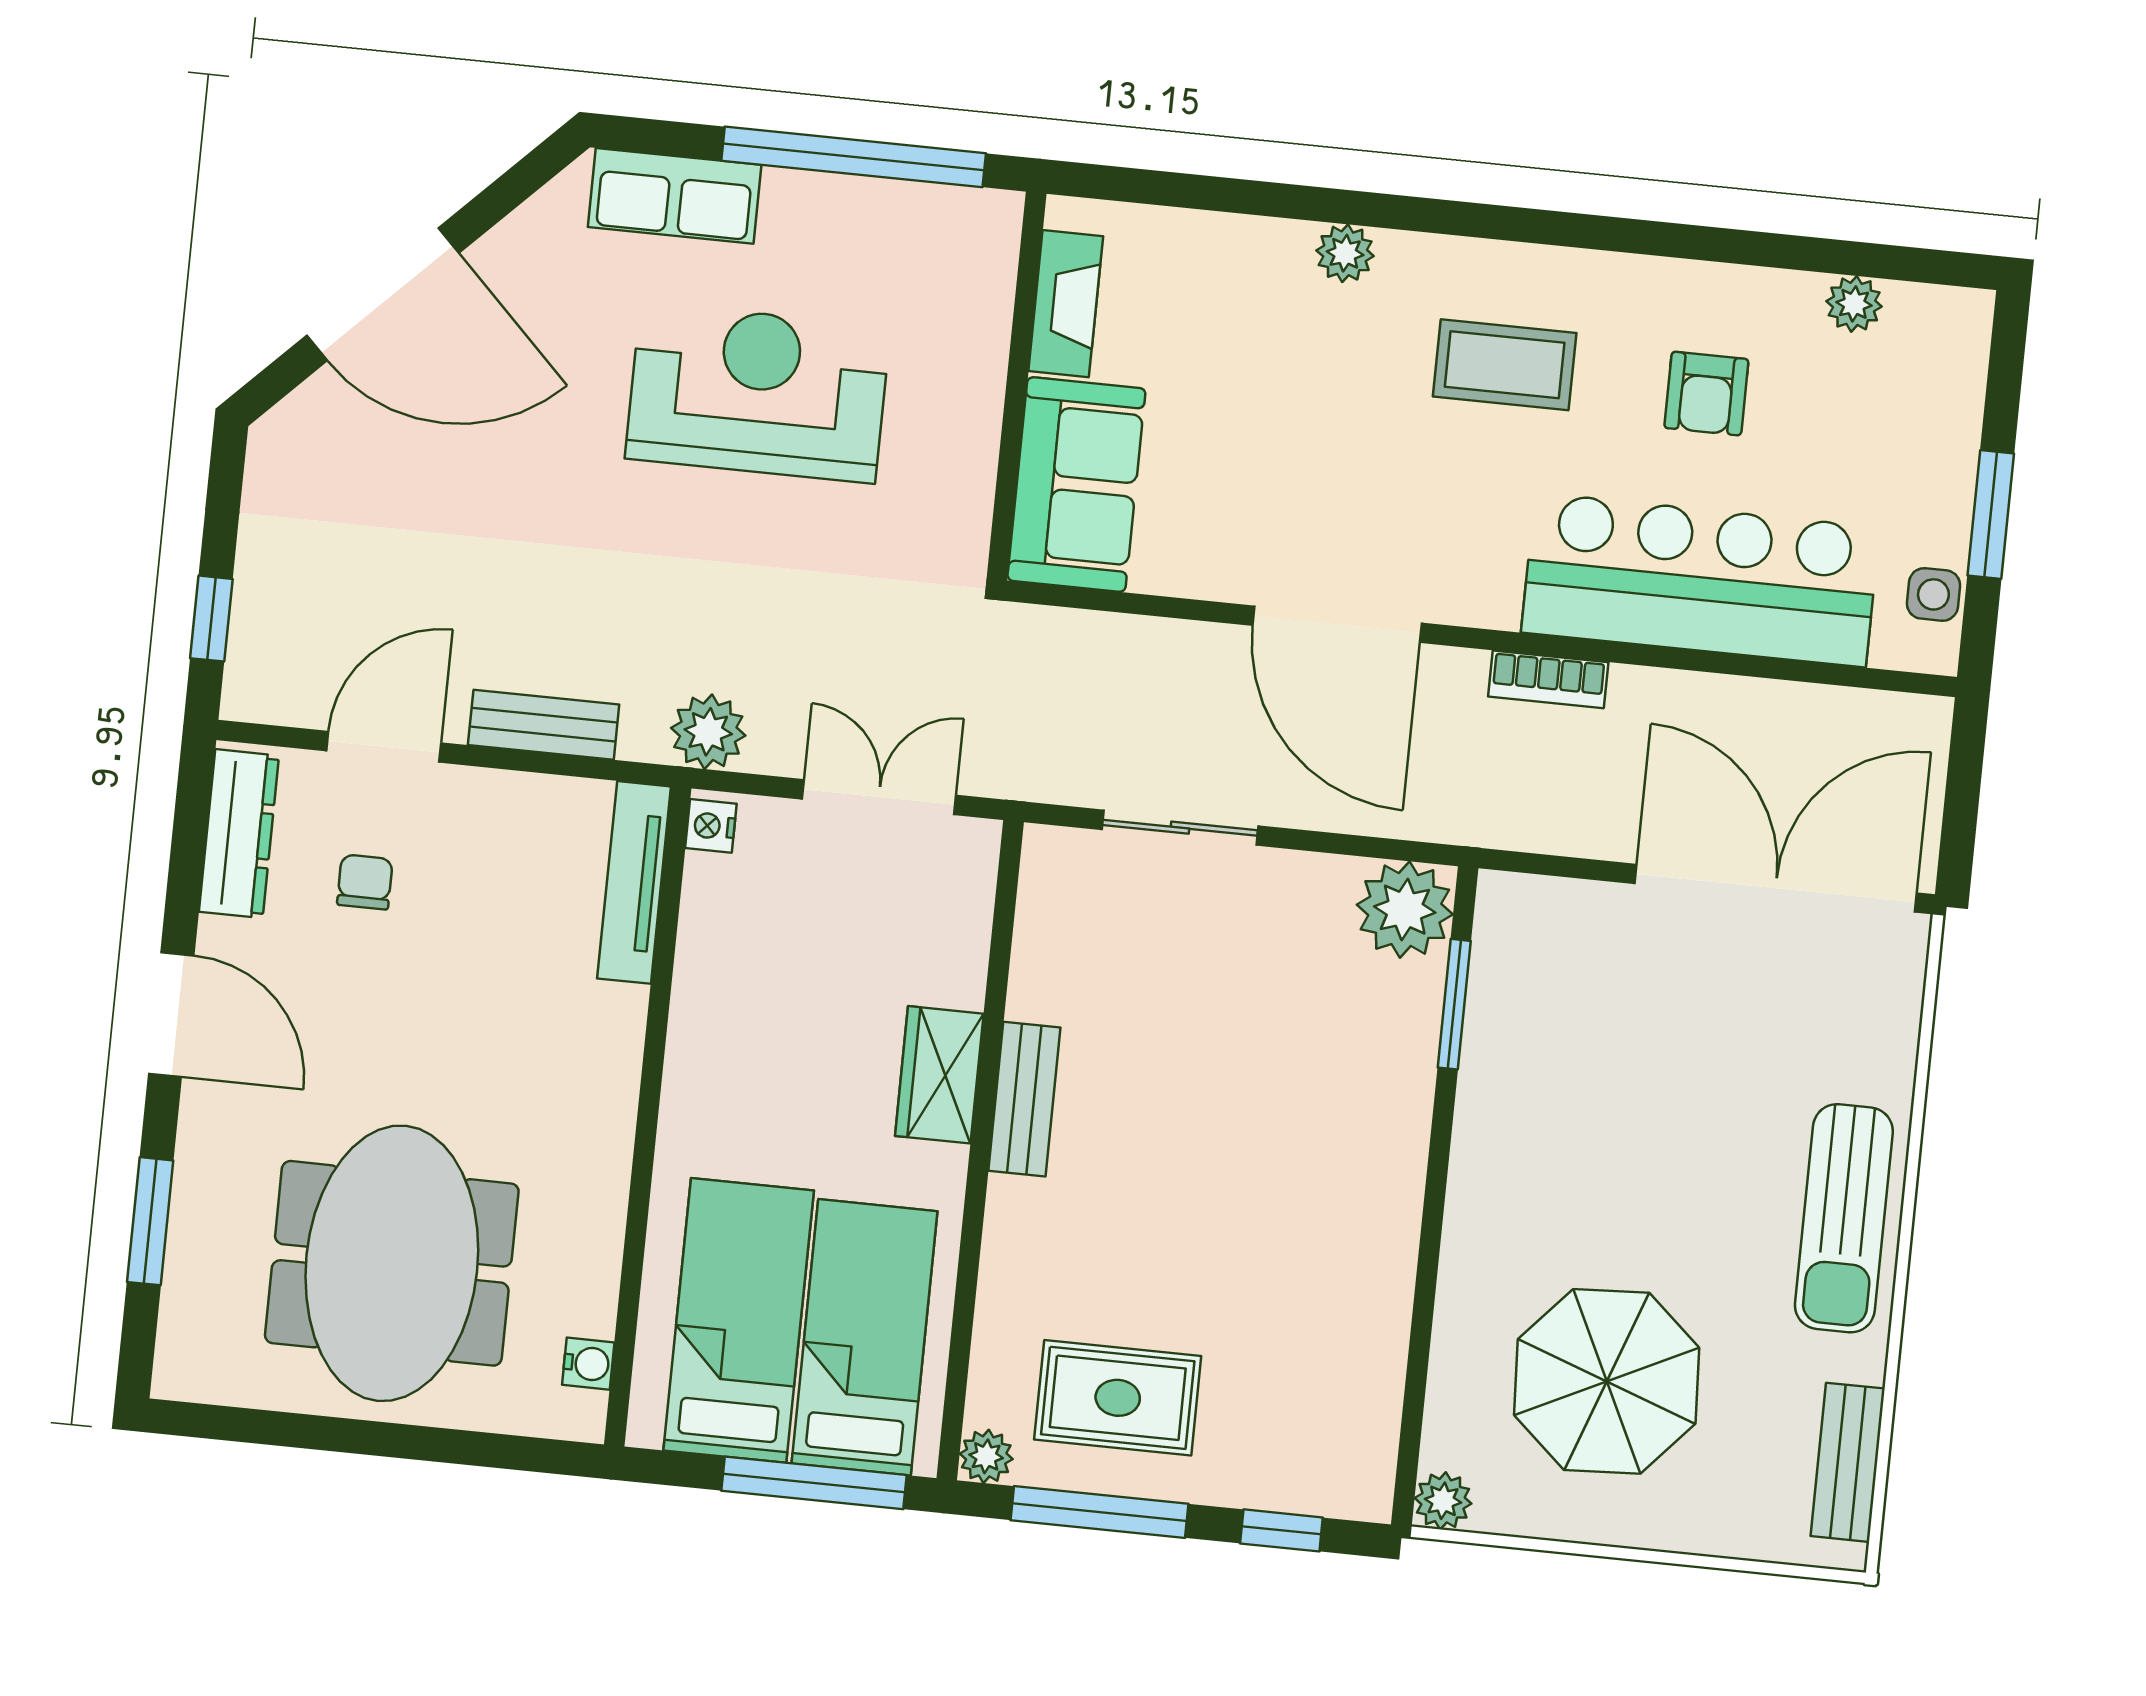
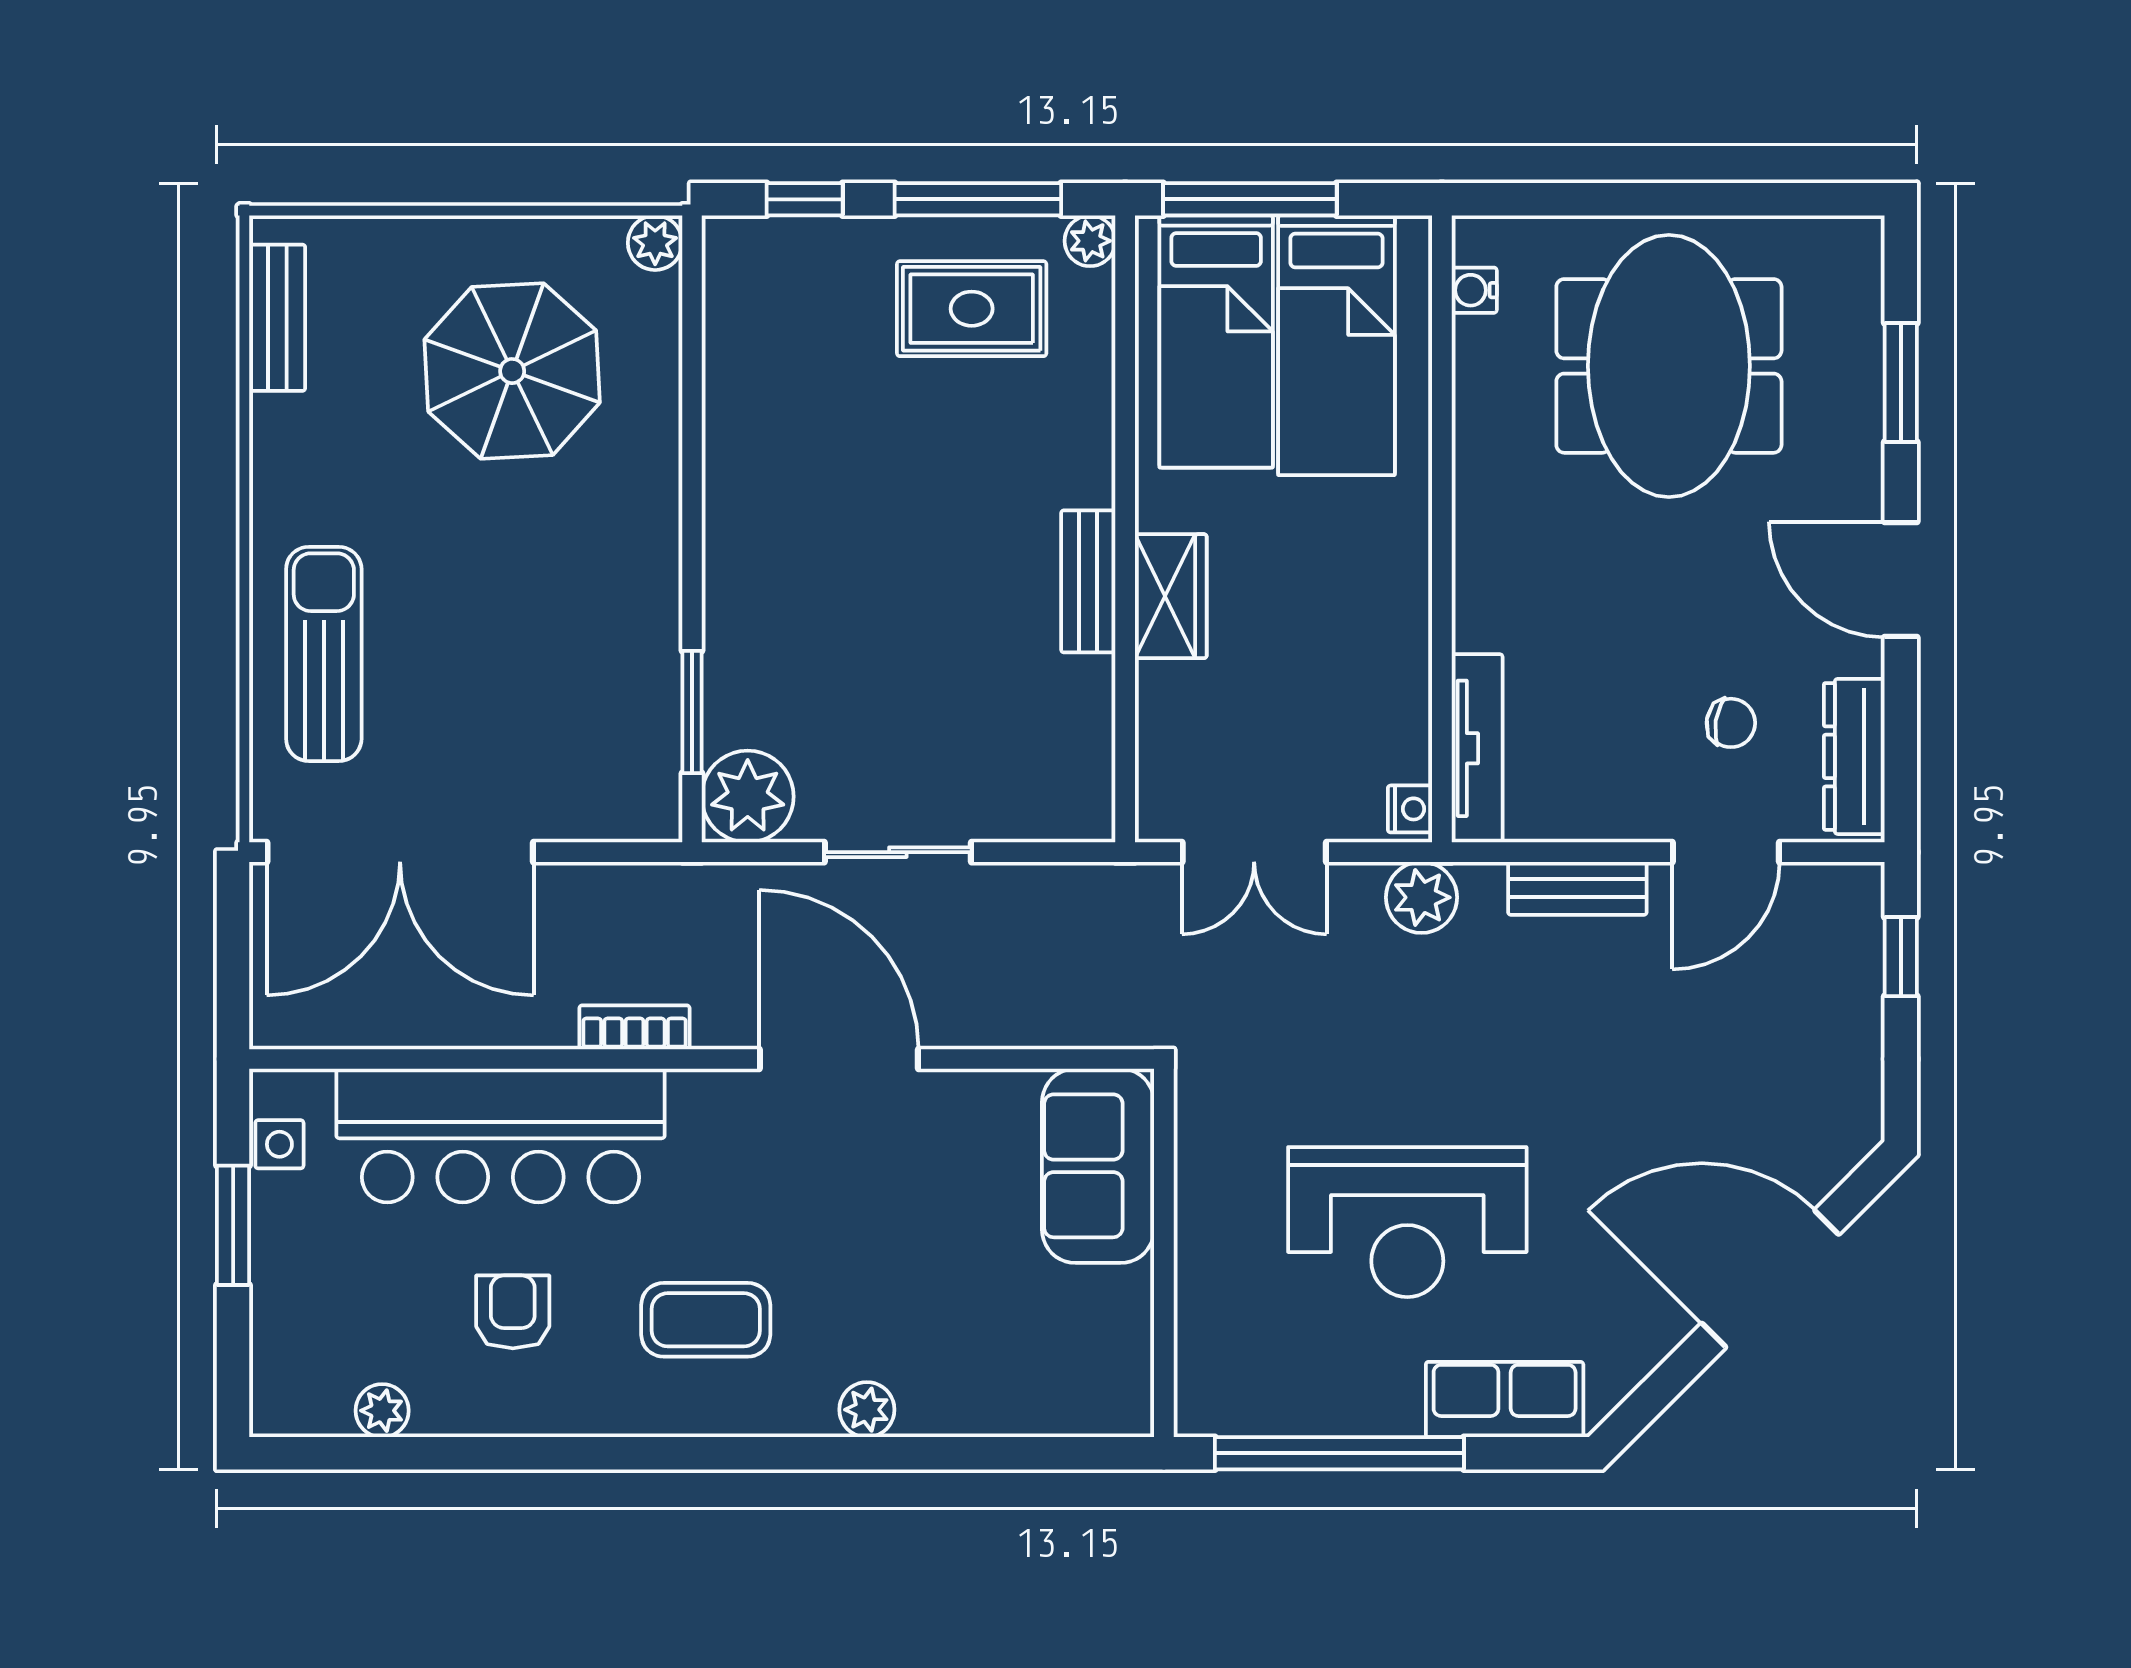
fireplace: (1066, 304) -> (1125, 1335), removed
sliding door: (1180, 828) -> (898, 852), moved
chair: (365, 882) -> (1731, 723), turned -81
sun lounger: (1844, 1218) -> (324, 654), moved

